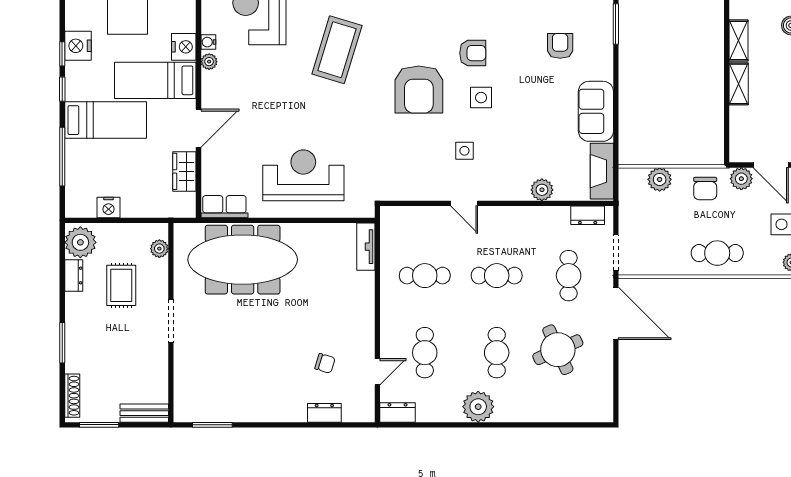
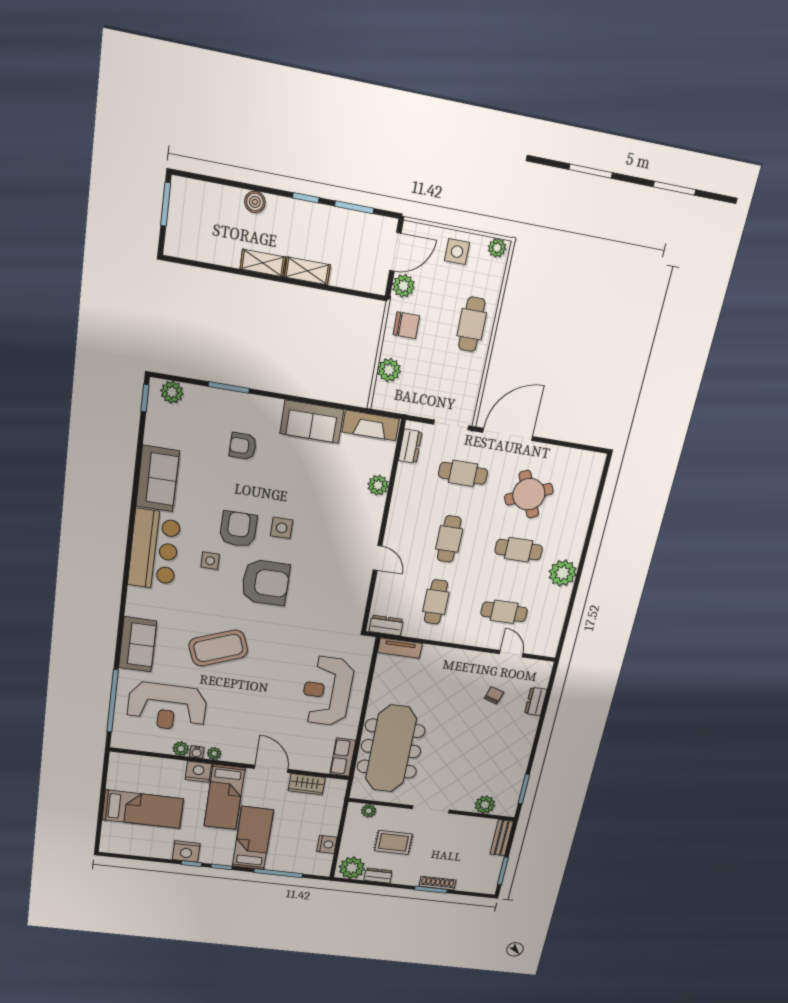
plant: (210, 24) -> (181, 749), added
coffee table: (337, 50) -> (218, 648), turned -38
armchair: (473, 53) -> (238, 529), width x1.38, depth x1.38
side table: (464, 151) -> (210, 561), moved
door: (464, 203) -> (377, 558), hinge flipped
plant: (186, 383) -> (485, 805), added
shoe rack: (72, 396) -> (437, 883), moved
dresser: (397, 412) -> (386, 625), moved, turned 90

